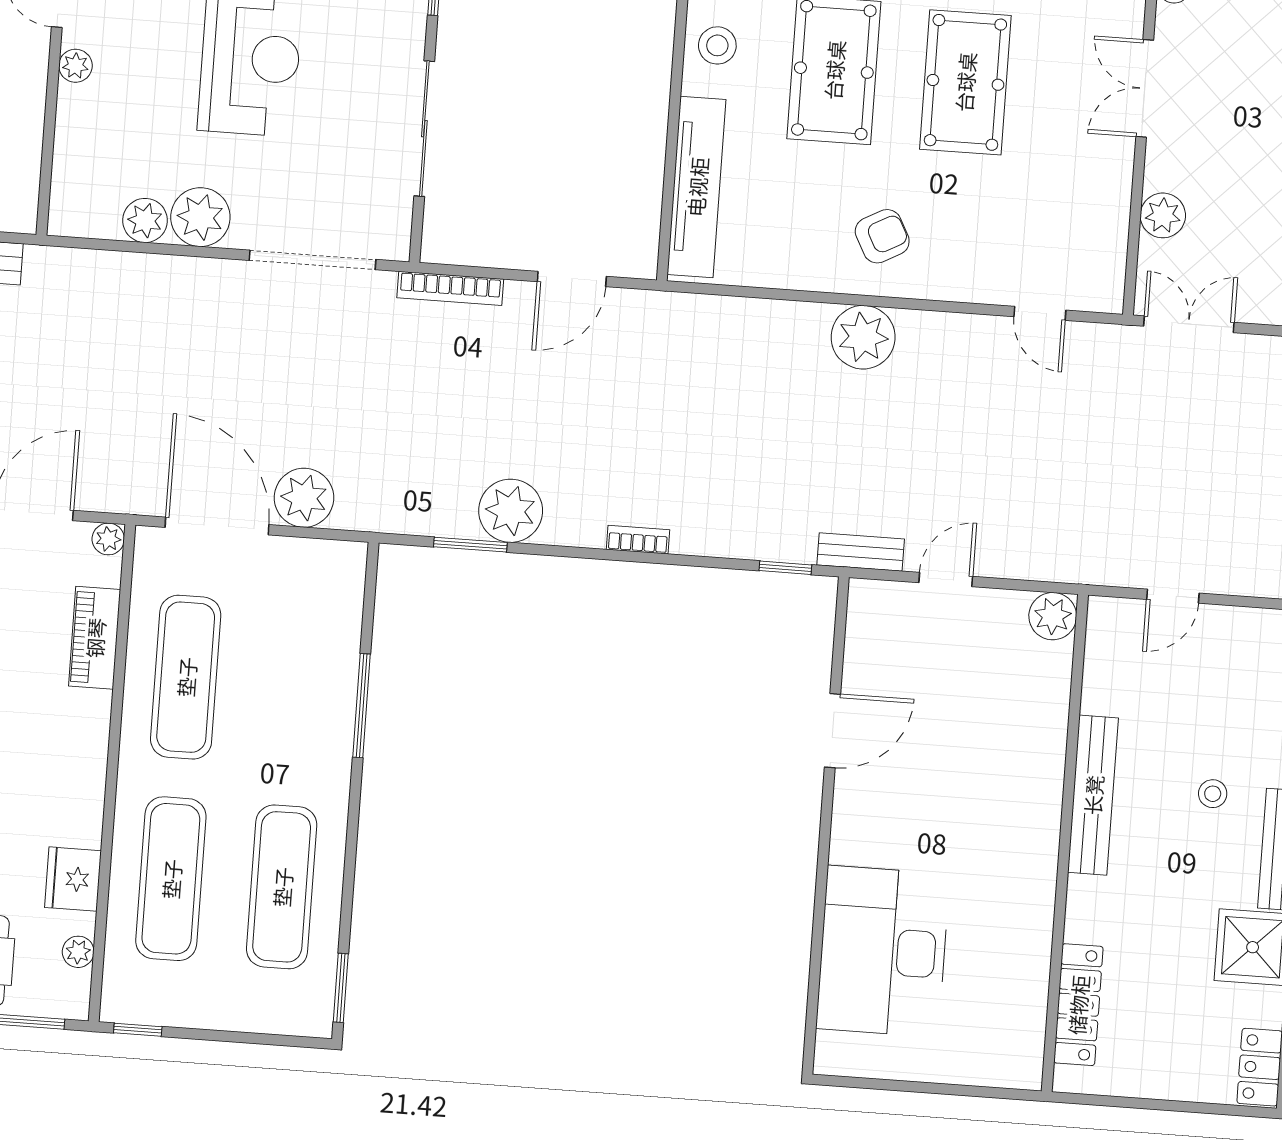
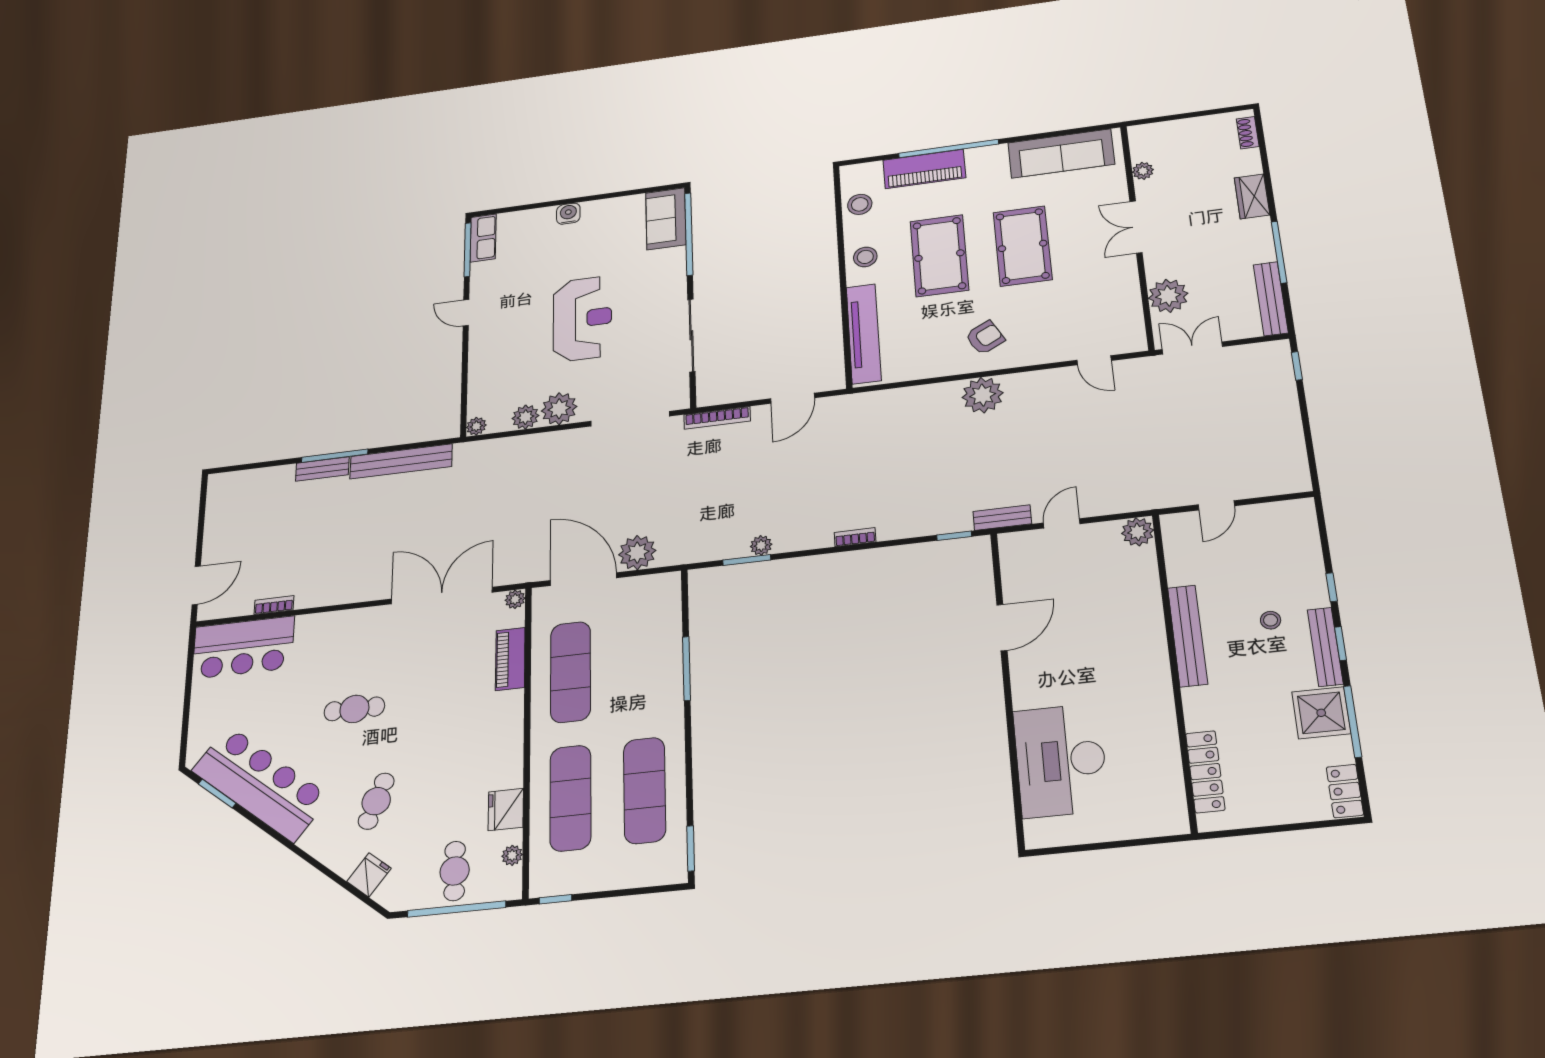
plant: (75, 66) -> (476, 426), moved
plant: (1163, 215) -> (1168, 296), width x1.36, depth x1.36
plant: (511, 511) -> (761, 545), width x0.53, depth x0.53

